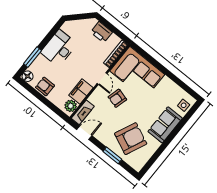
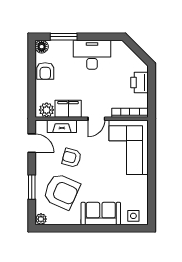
armchair: (45, 86) -> (45, 71), turned 180
armchair: (117, 98) -> (72, 158), moved
fireplace: (83, 112) -> (62, 126), moved
plant: (138, 166) -> (41, 219), added

